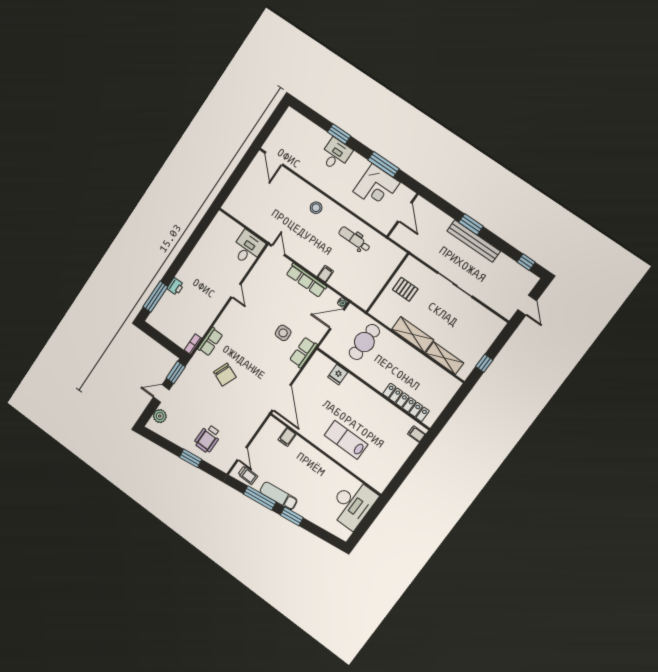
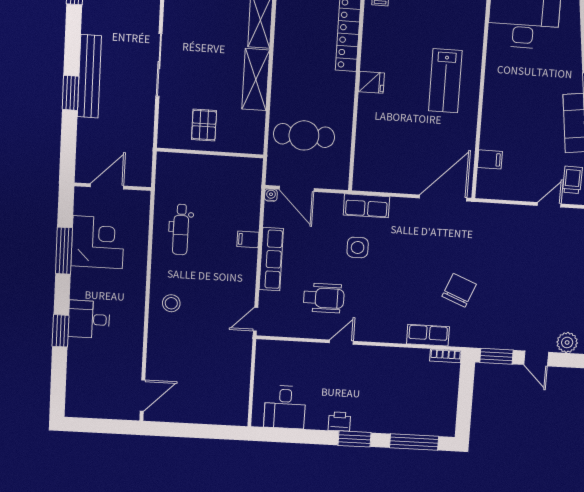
desk: (248, 248) -> (285, 407), moved, turned -90
window: (177, 264) -> (355, 439), added
printer: (175, 286) -> (339, 422), moved
fridge: (338, 375) -> (371, 82), moved
wheelchair: (208, 439) -> (324, 298), moved

